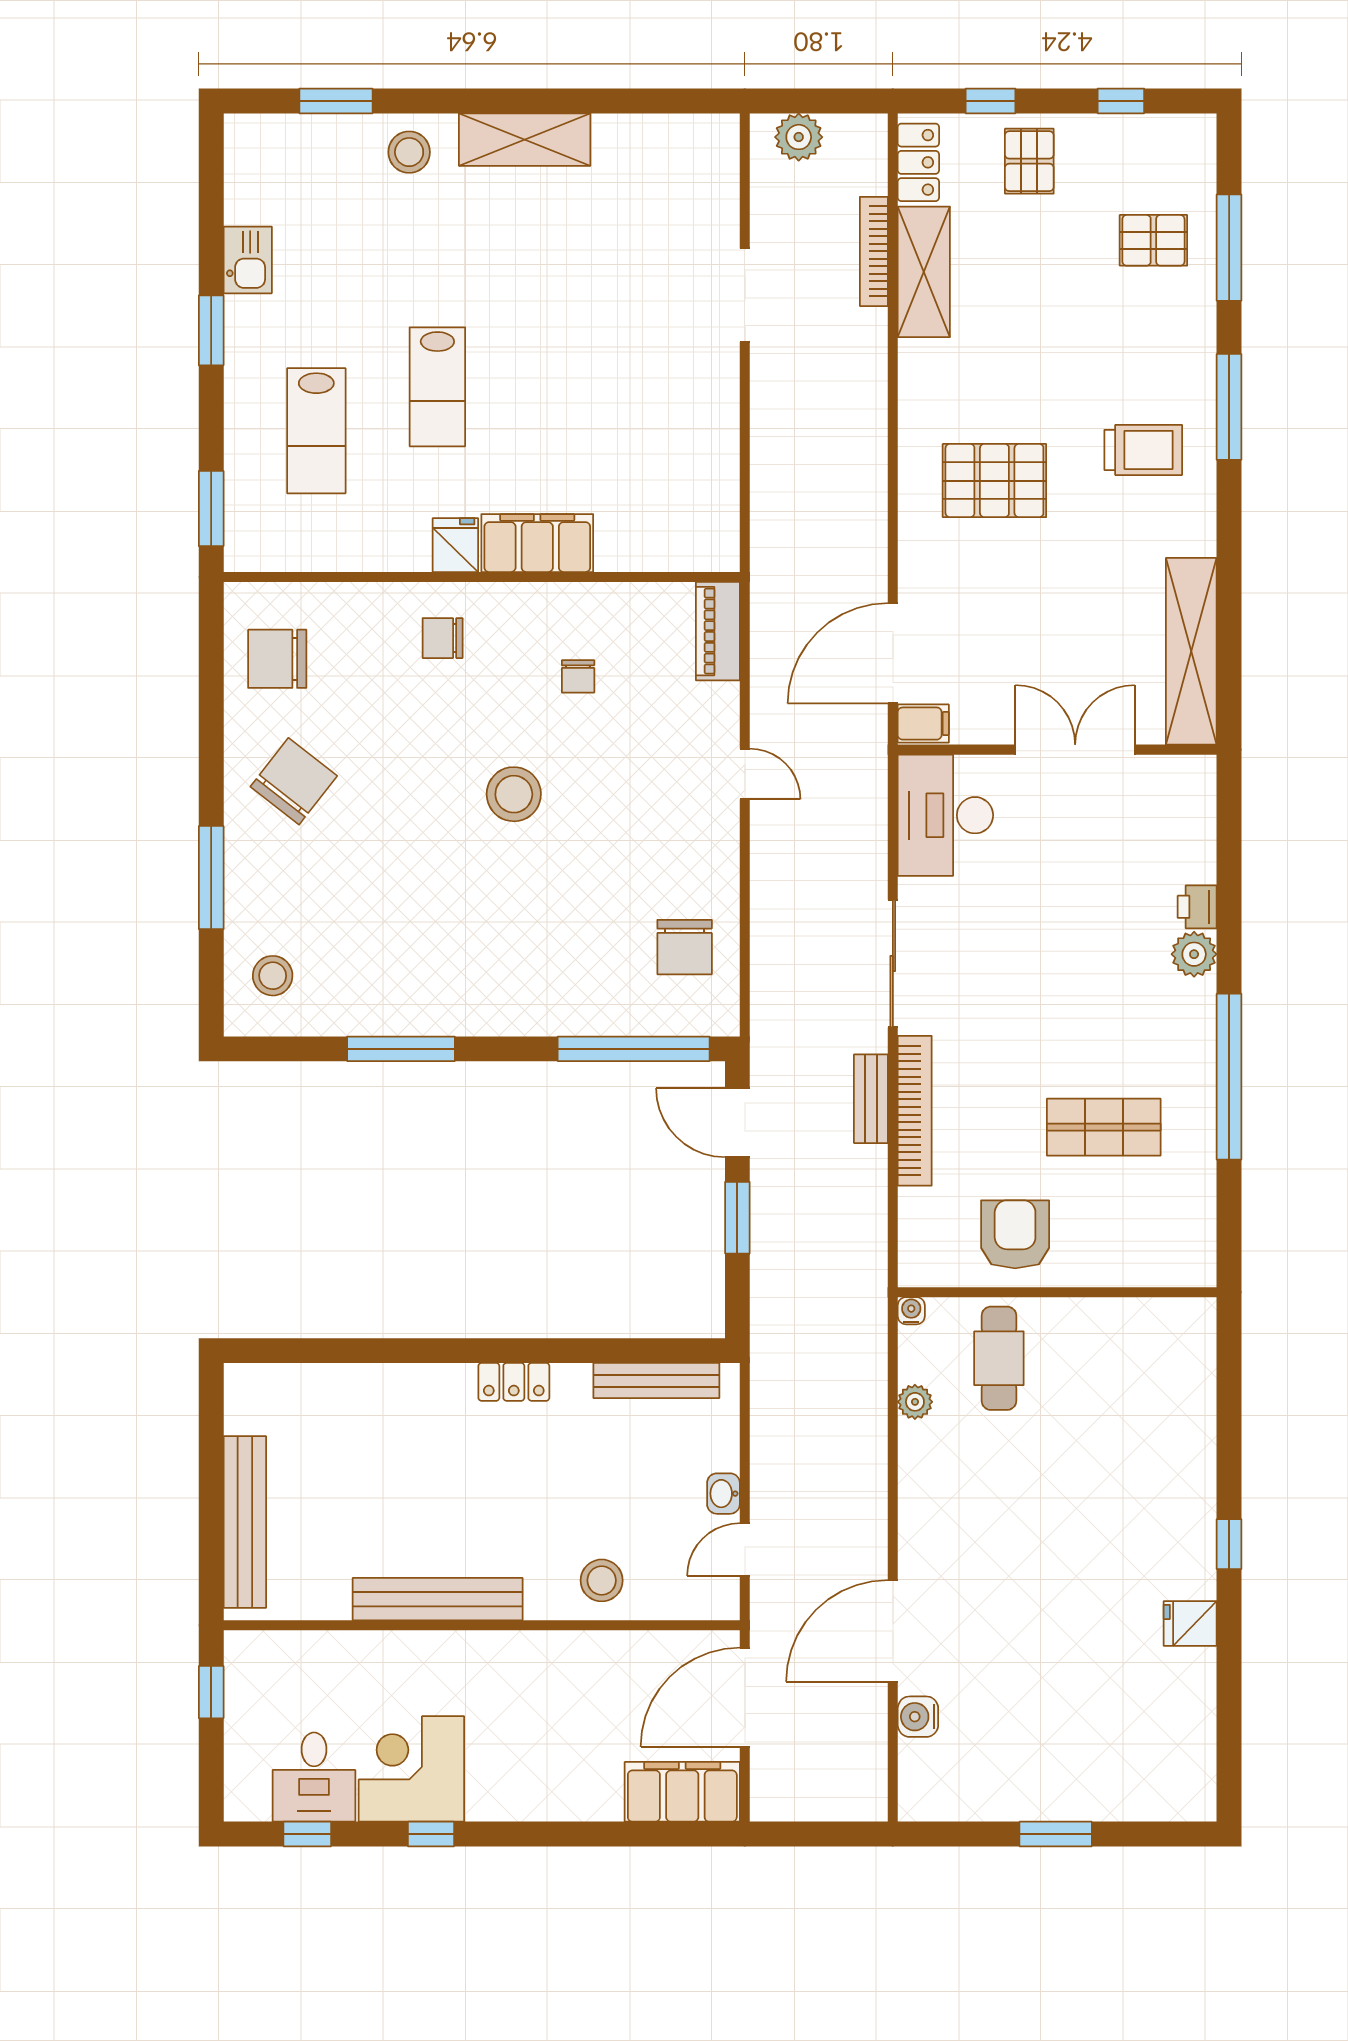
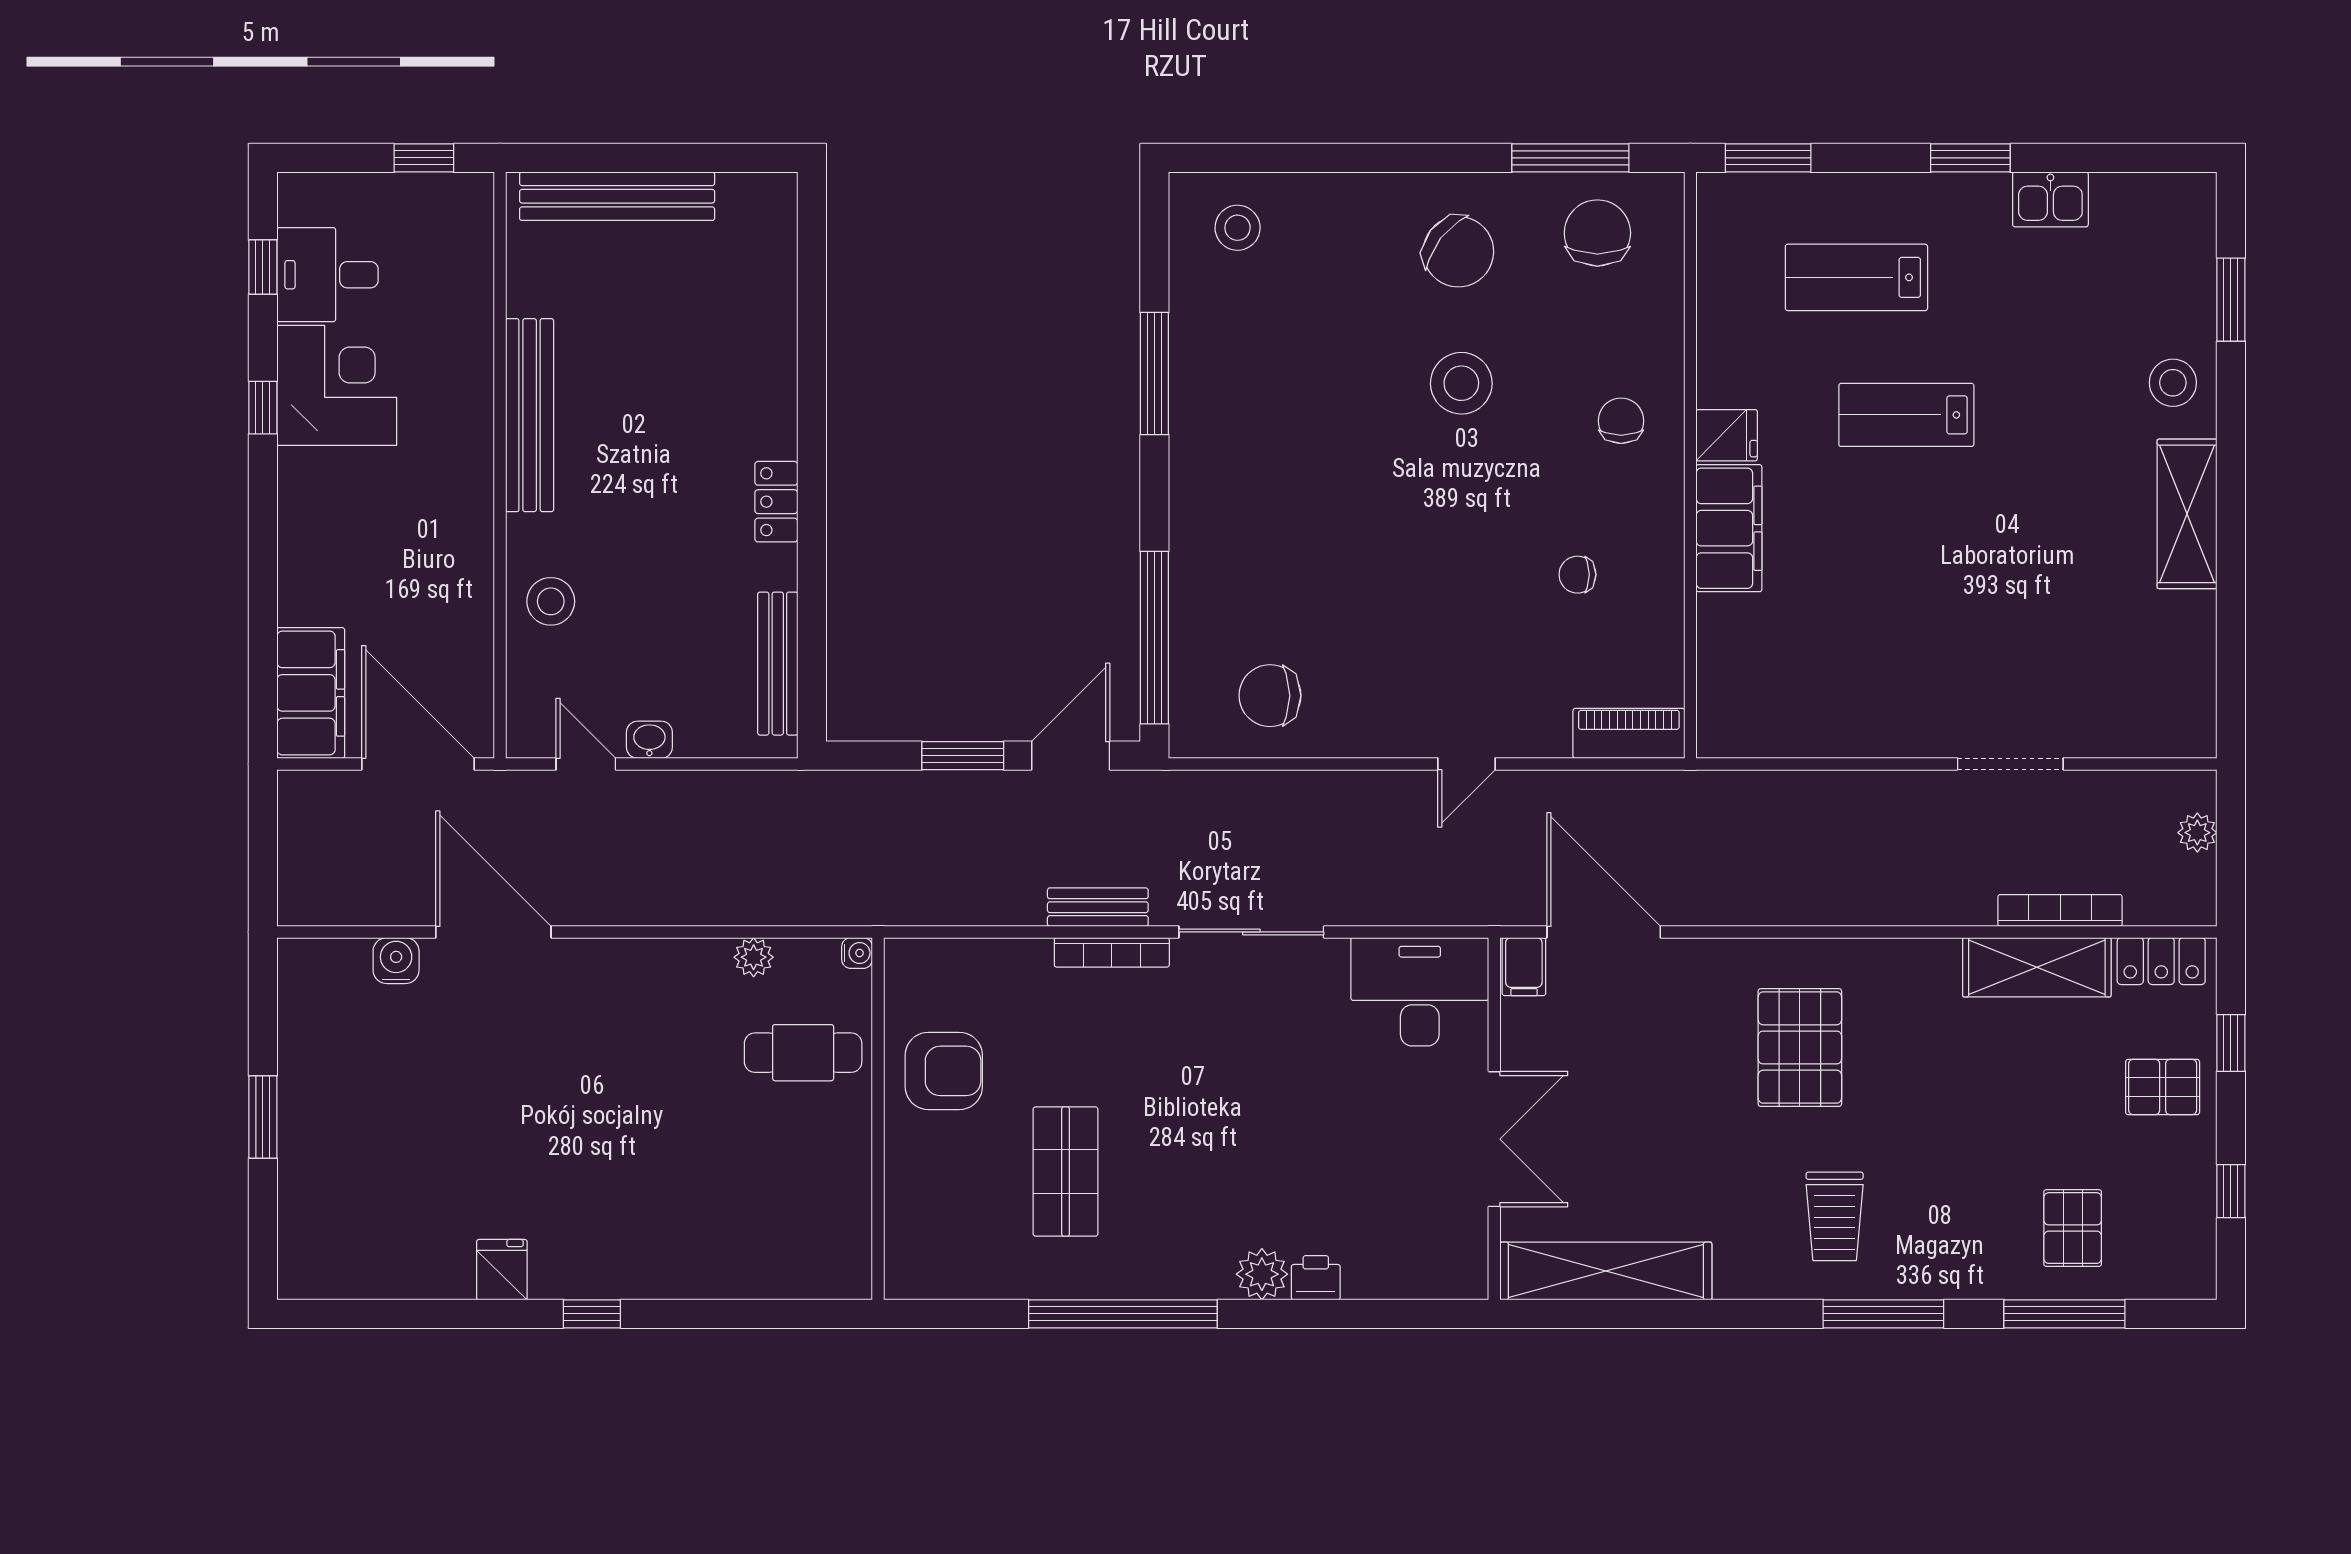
plant: (799, 137) -> (2197, 833), width x0.73, depth x0.73
stool: (514, 794) -> (1461, 383), moved
window: (211, 878) -> (1570, 158), moved
bookcase: (915, 1111) -> (1112, 952), width x0.68, depth x0.76

